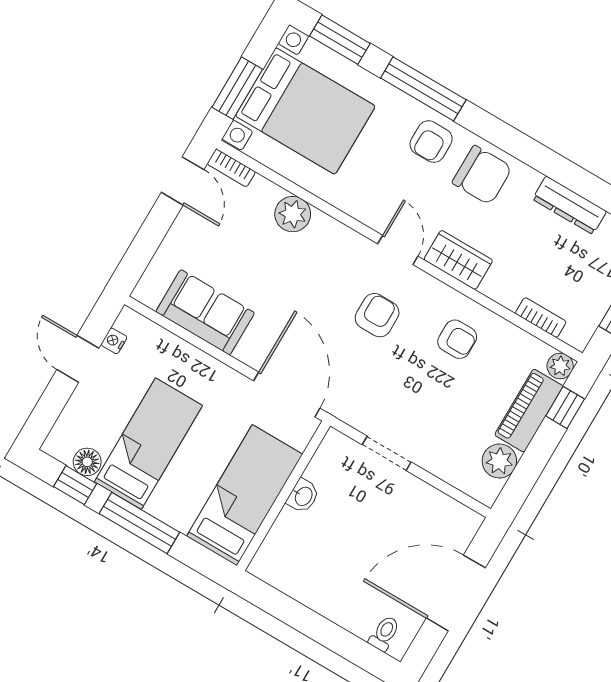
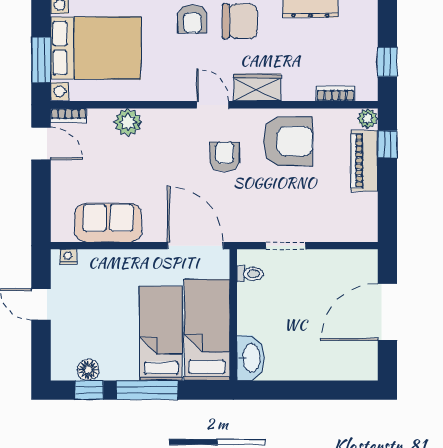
armchair: (457, 339) -> (288, 141), width x1.88, depth x1.88
nightstand: (114, 341) -> (68, 257), moved, turned 90
bed: (148, 444) -> (161, 333), moved
plant: (499, 461) -> (364, 206), removed
washbasin: (303, 496) -> (251, 358), moved, width x1.91, depth x1.45
toilet: (384, 633) -> (250, 274), moved, turned 90

